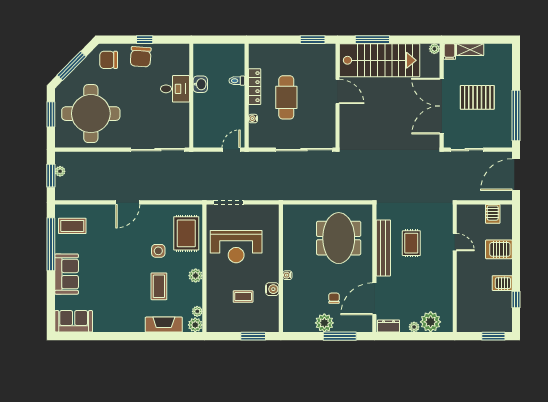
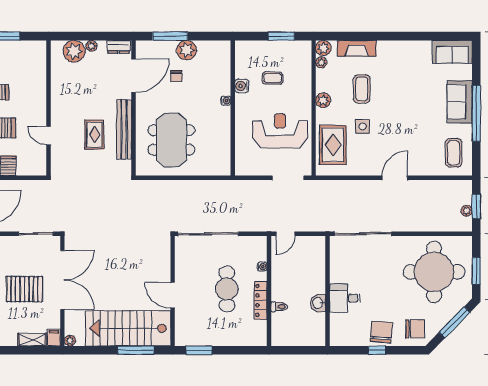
coffee table: (72, 226) -> (454, 153), turned 90
window: (51, 244) -> (476, 113), moved
window: (253, 336) -> (281, 36), moved

